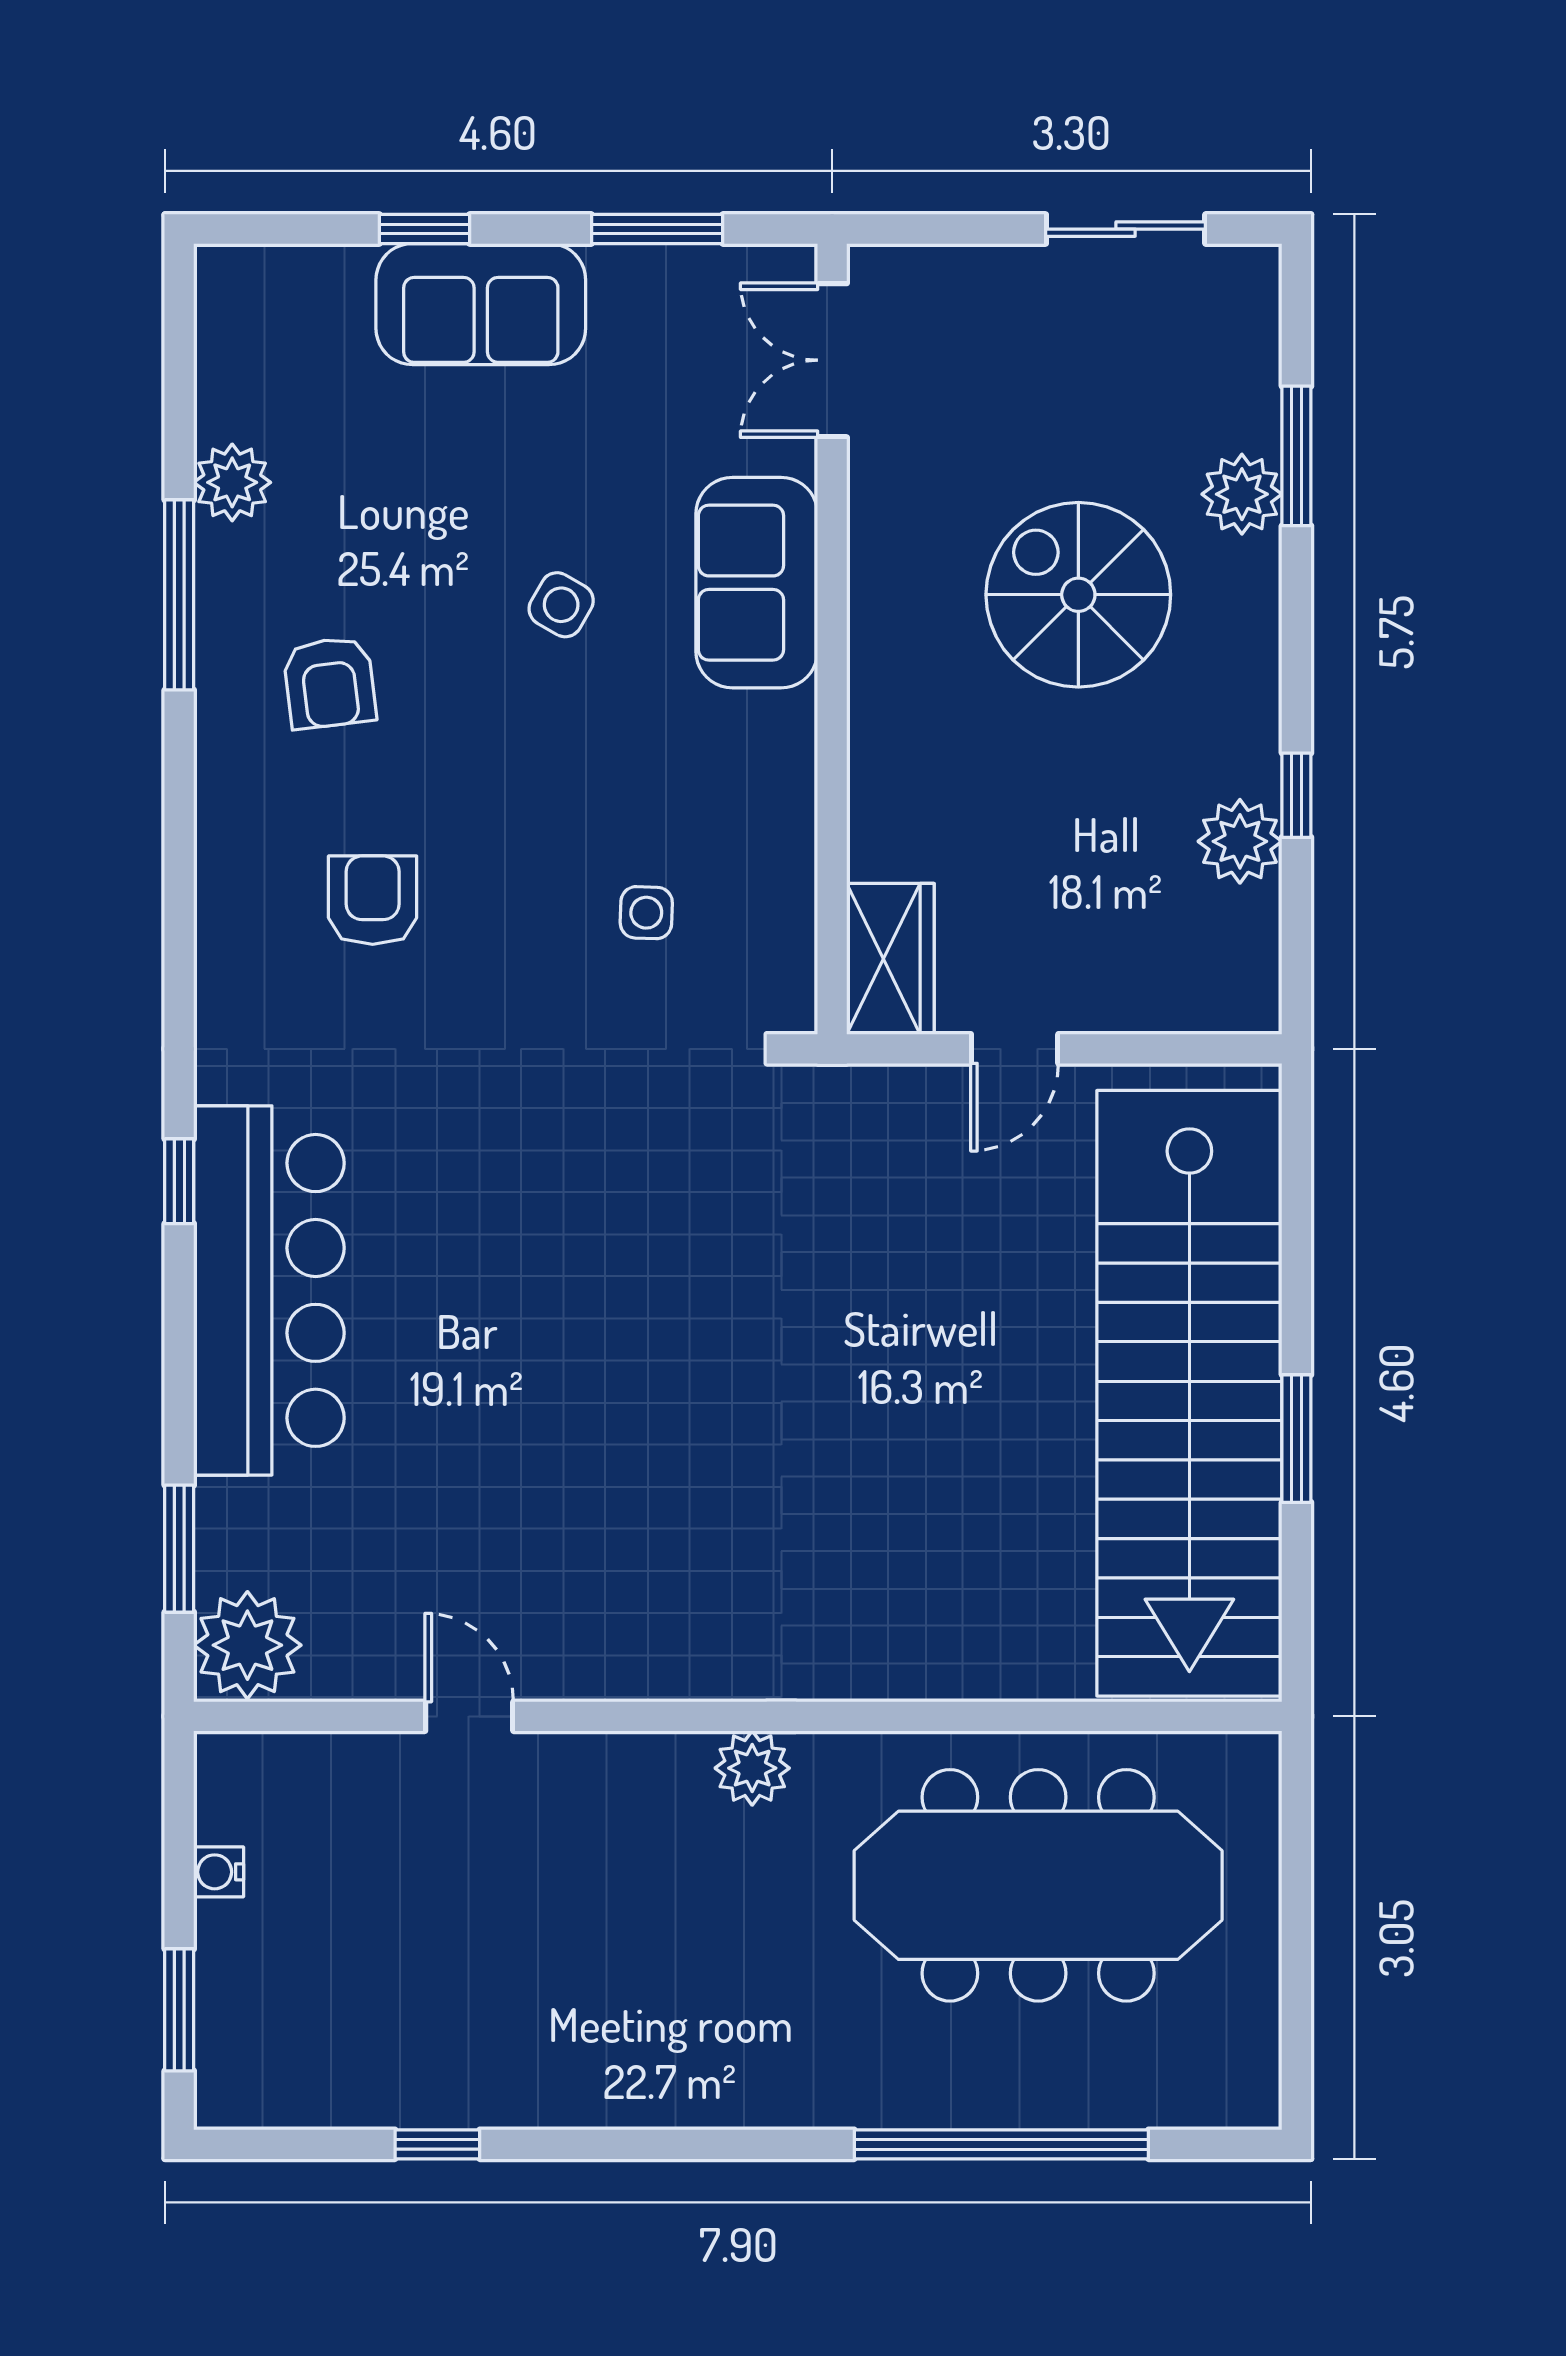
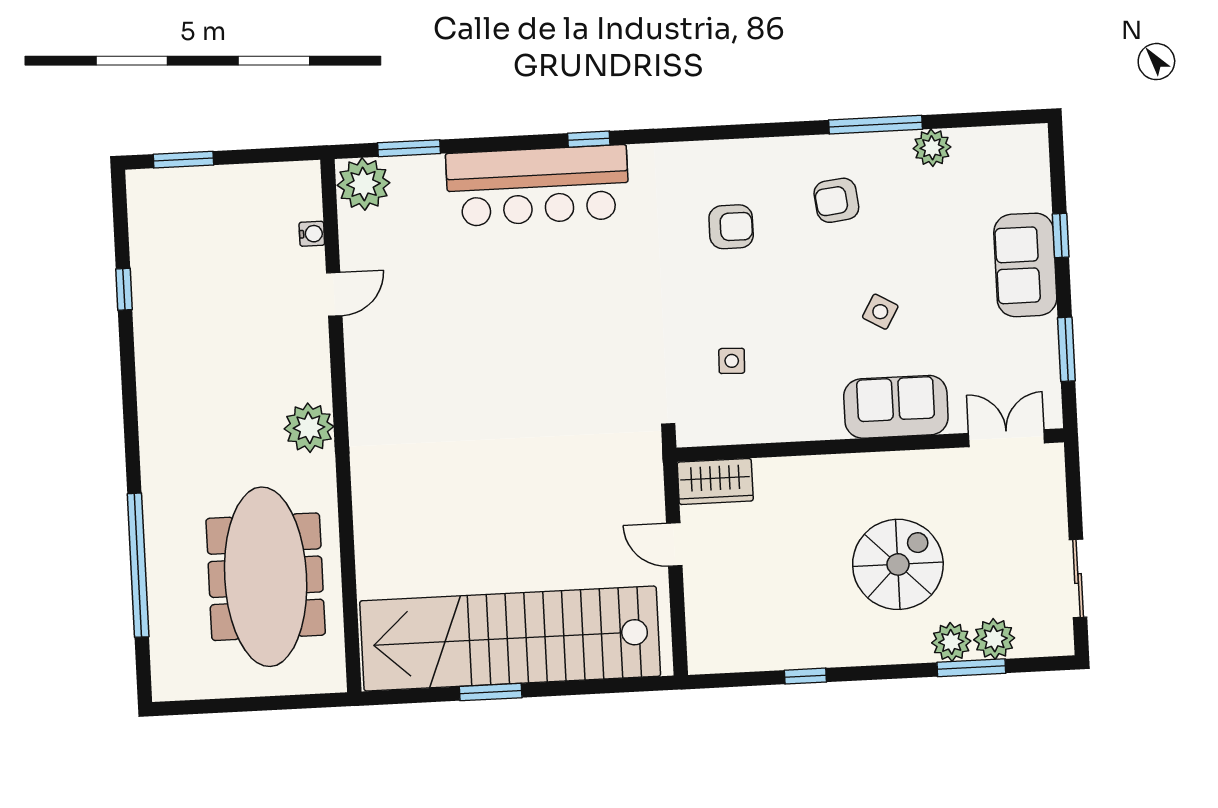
plant: (1240, 841) -> (994, 639), moved
plant: (752, 1768) -> (309, 428), width x1.36, depth x1.36
water cooler: (219, 1872) -> (312, 234), moved, turned 90

